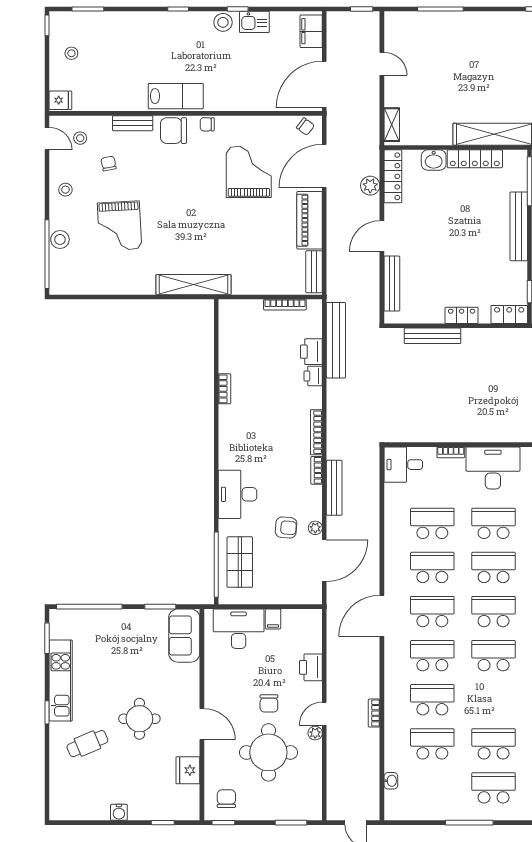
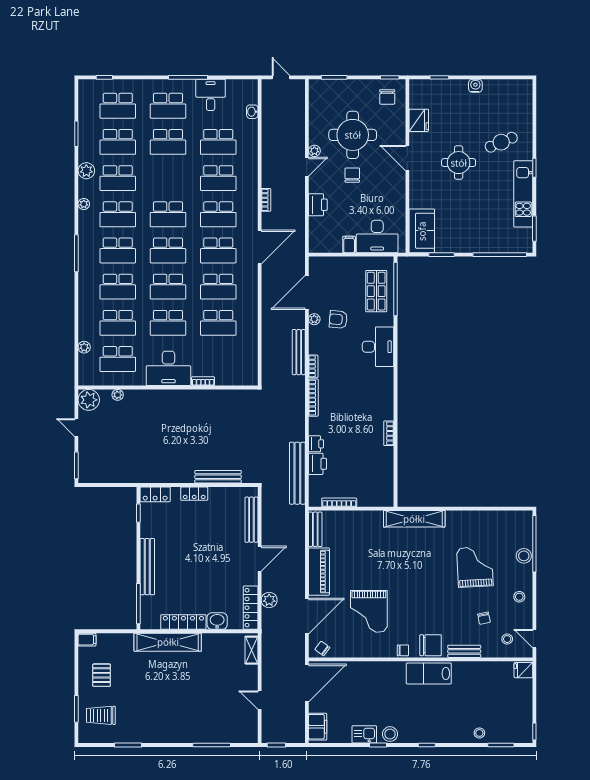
stool: (71, 53) -> (479, 733), moved
desk: (403, 465) -> (211, 95), moved, turned -90
bookcase: (374, 713) -> (266, 200), moved

